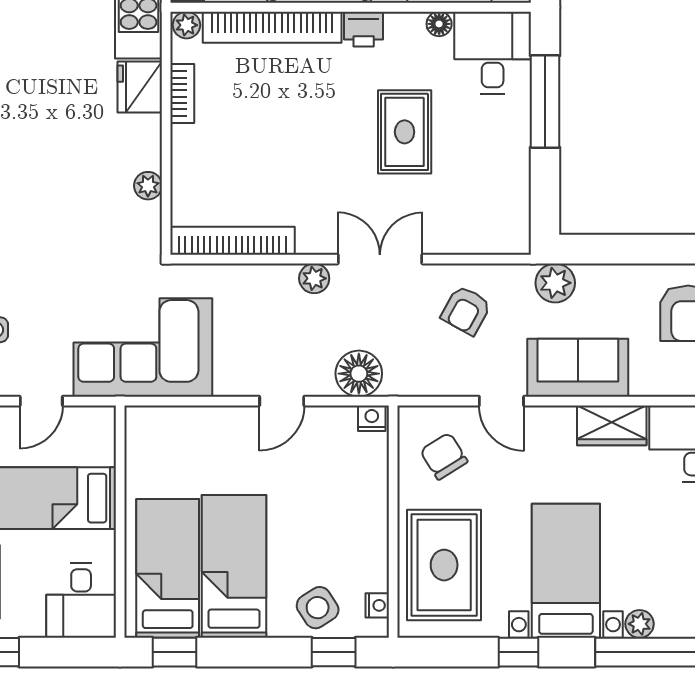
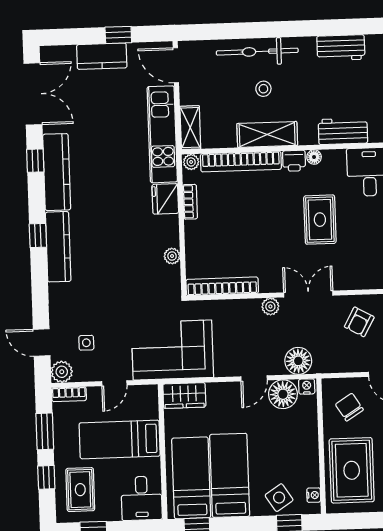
floor lamp: (439, 24) -> (314, 157), moved
wardrobe: (161, 426) -> (184, 396), added
floor lamp: (330, 430) -> (283, 394), added

